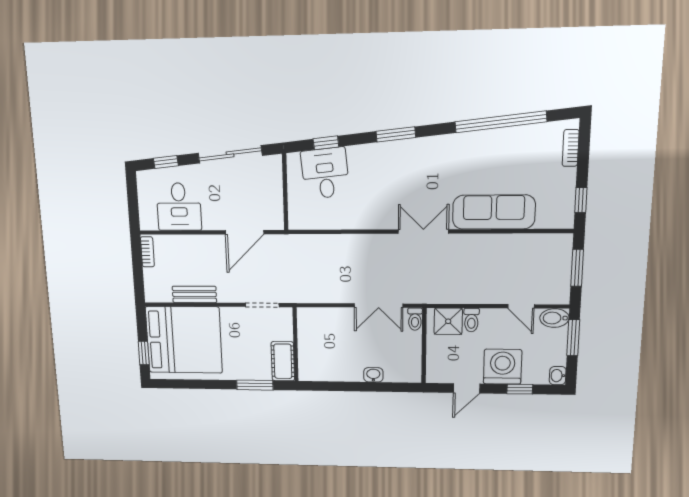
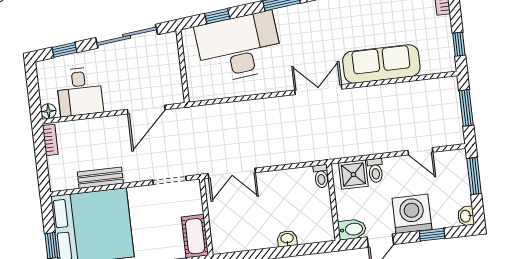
desk: (325, 173) -> (239, 47), width x1.87, depth x1.30
floor lamp: (147, 223) -> (48, 111), added
double door: (379, 306) -> (232, 173), moved
bidet: (554, 318) -> (352, 229), moved, turned 180

